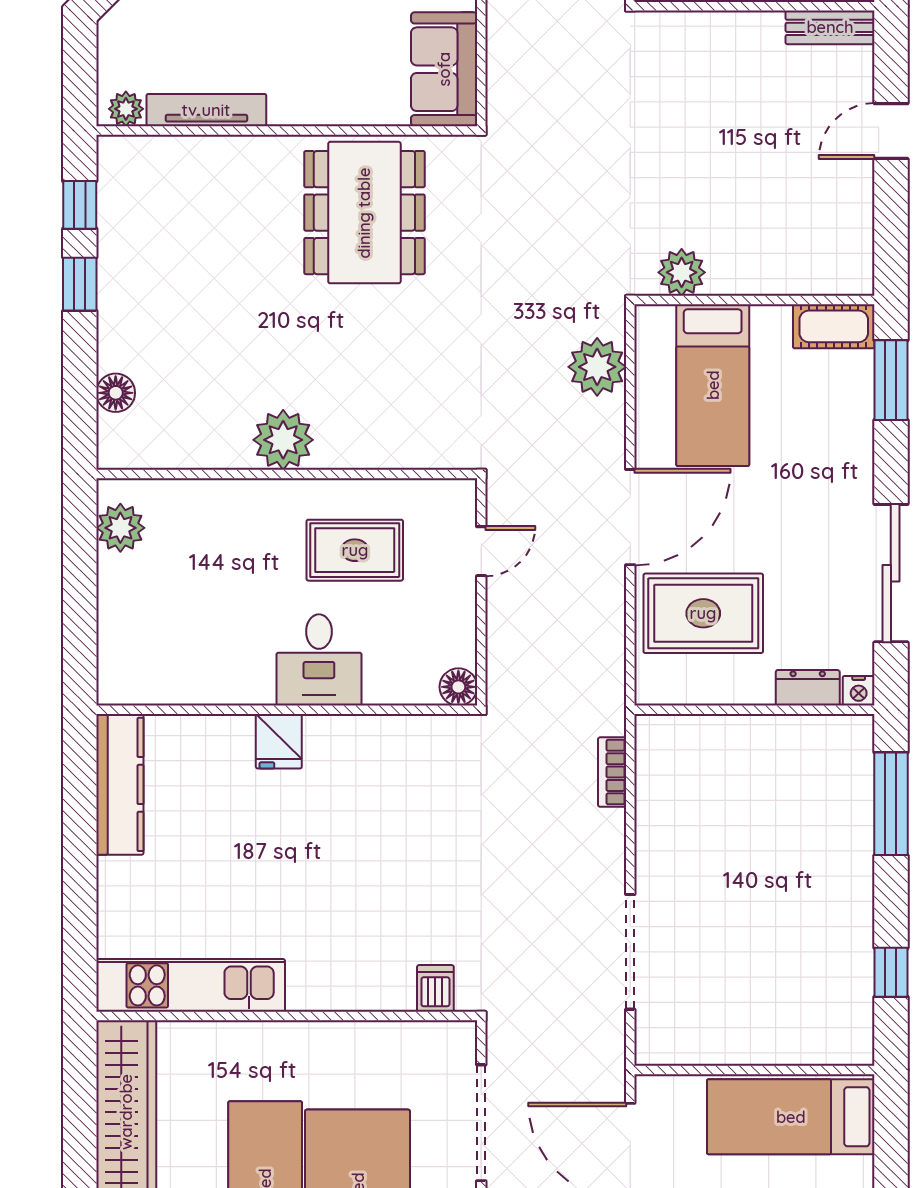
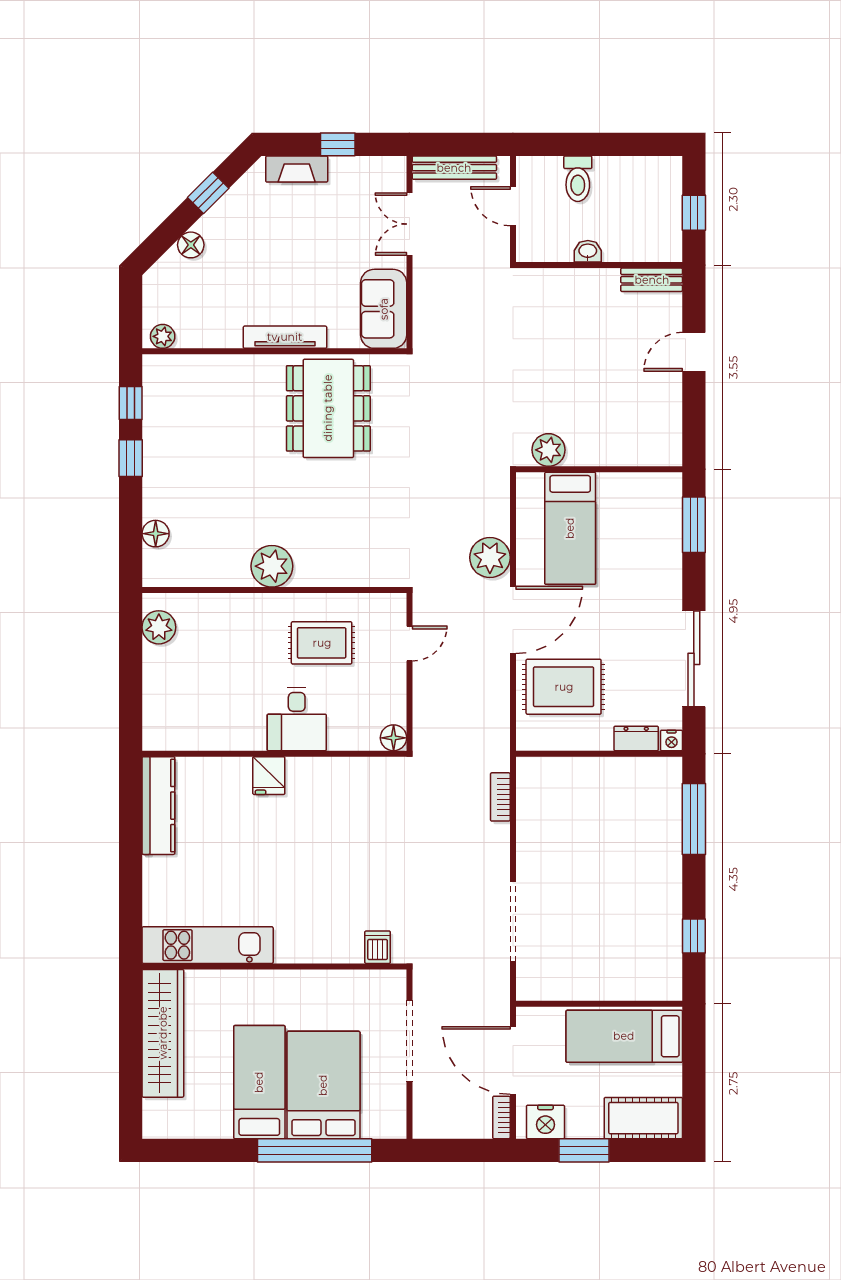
tv unit: (206, 110) -> (285, 337), moved
cot: (834, 326) -> (654, 487), removed
plant: (597, 367) -> (490, 558), moved

